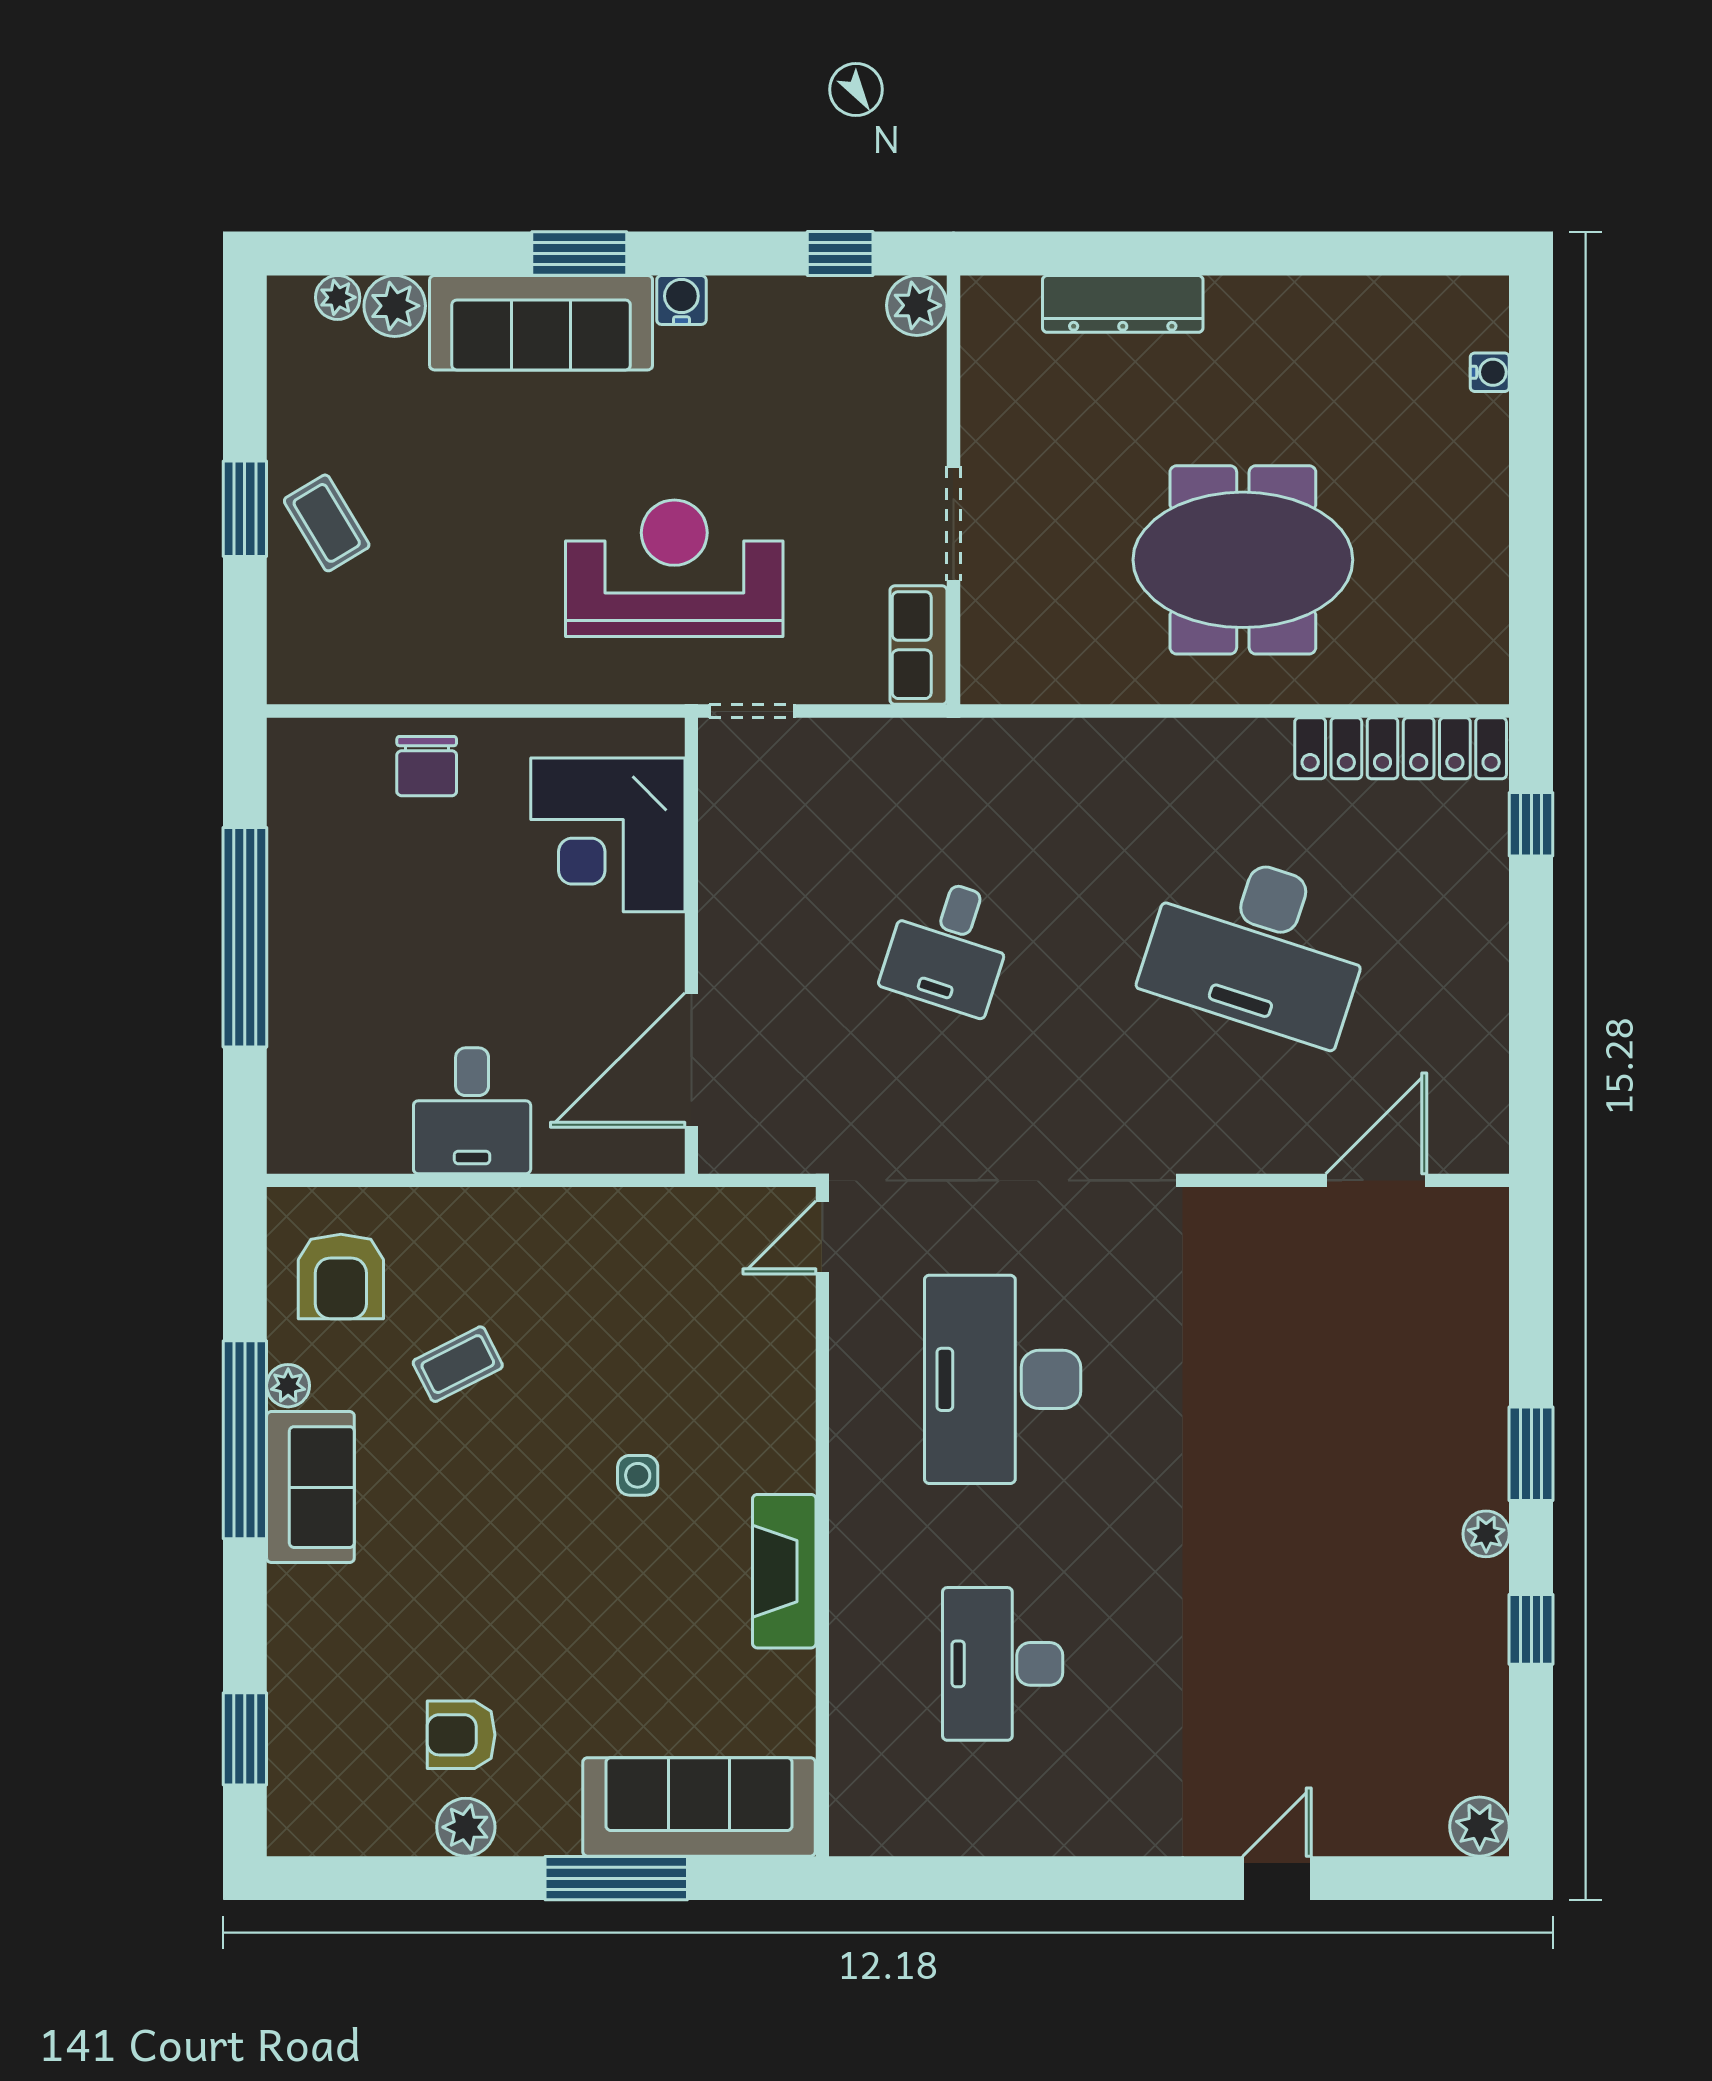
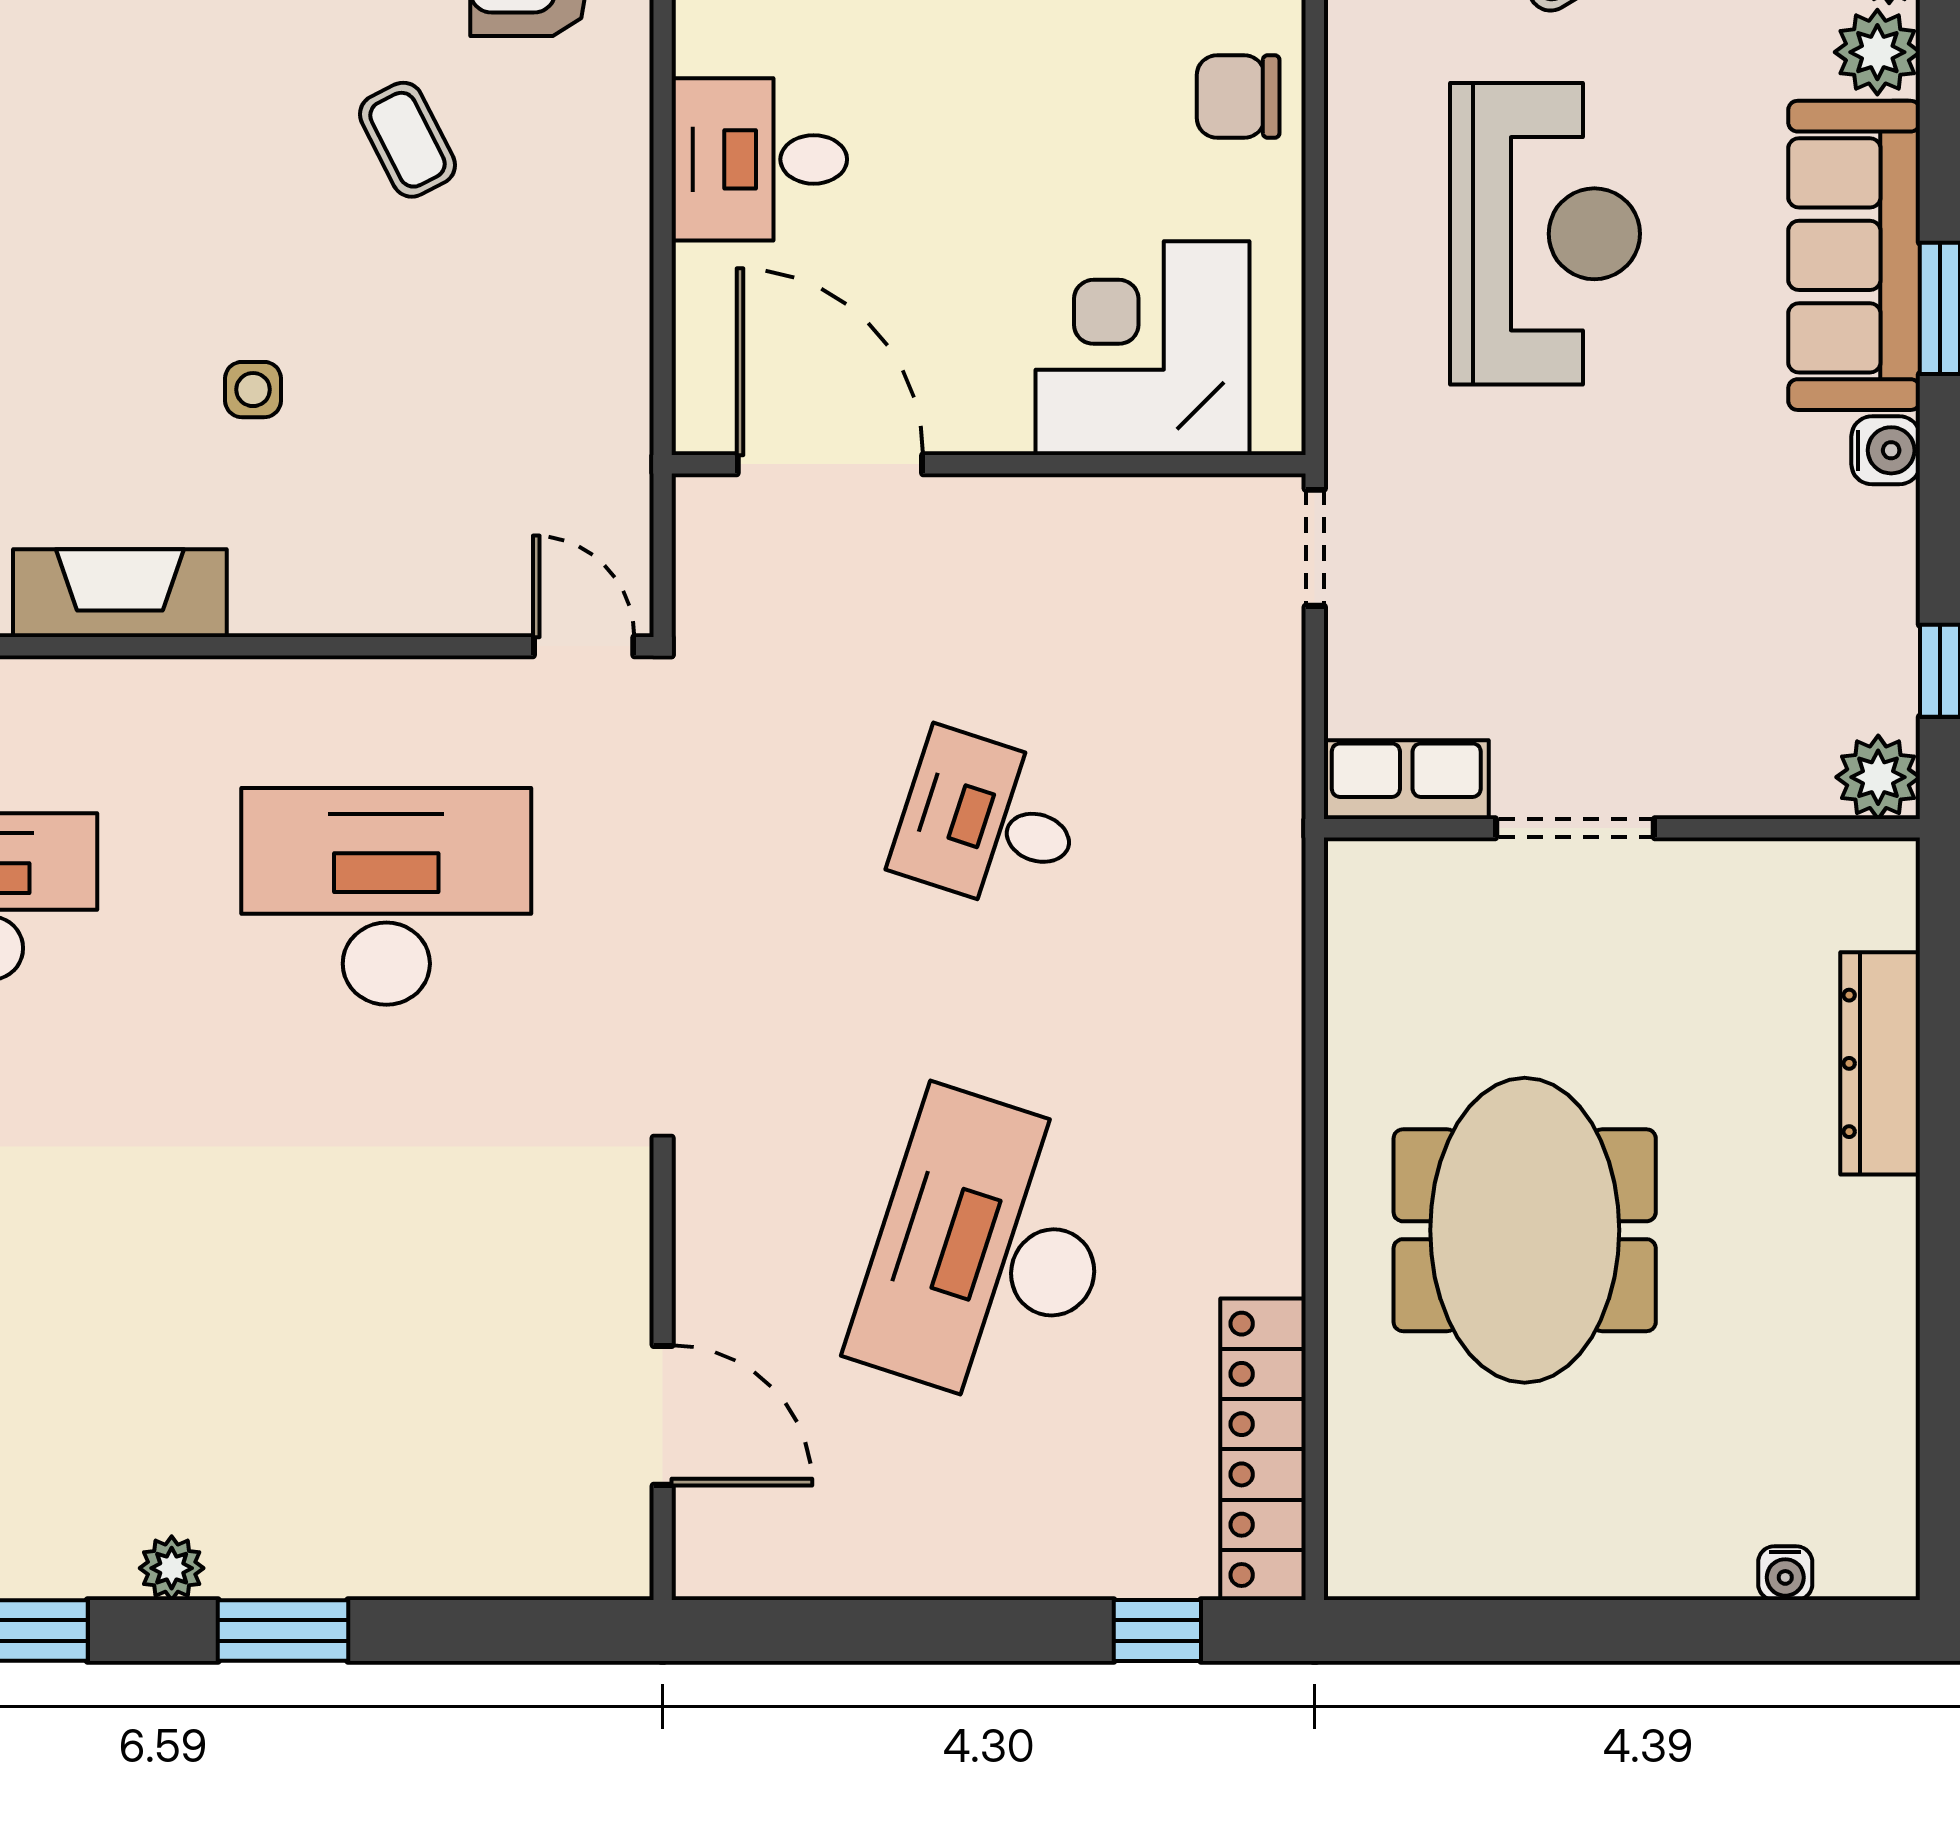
reception desk: (674, 568) -> (1545, 234), moved

